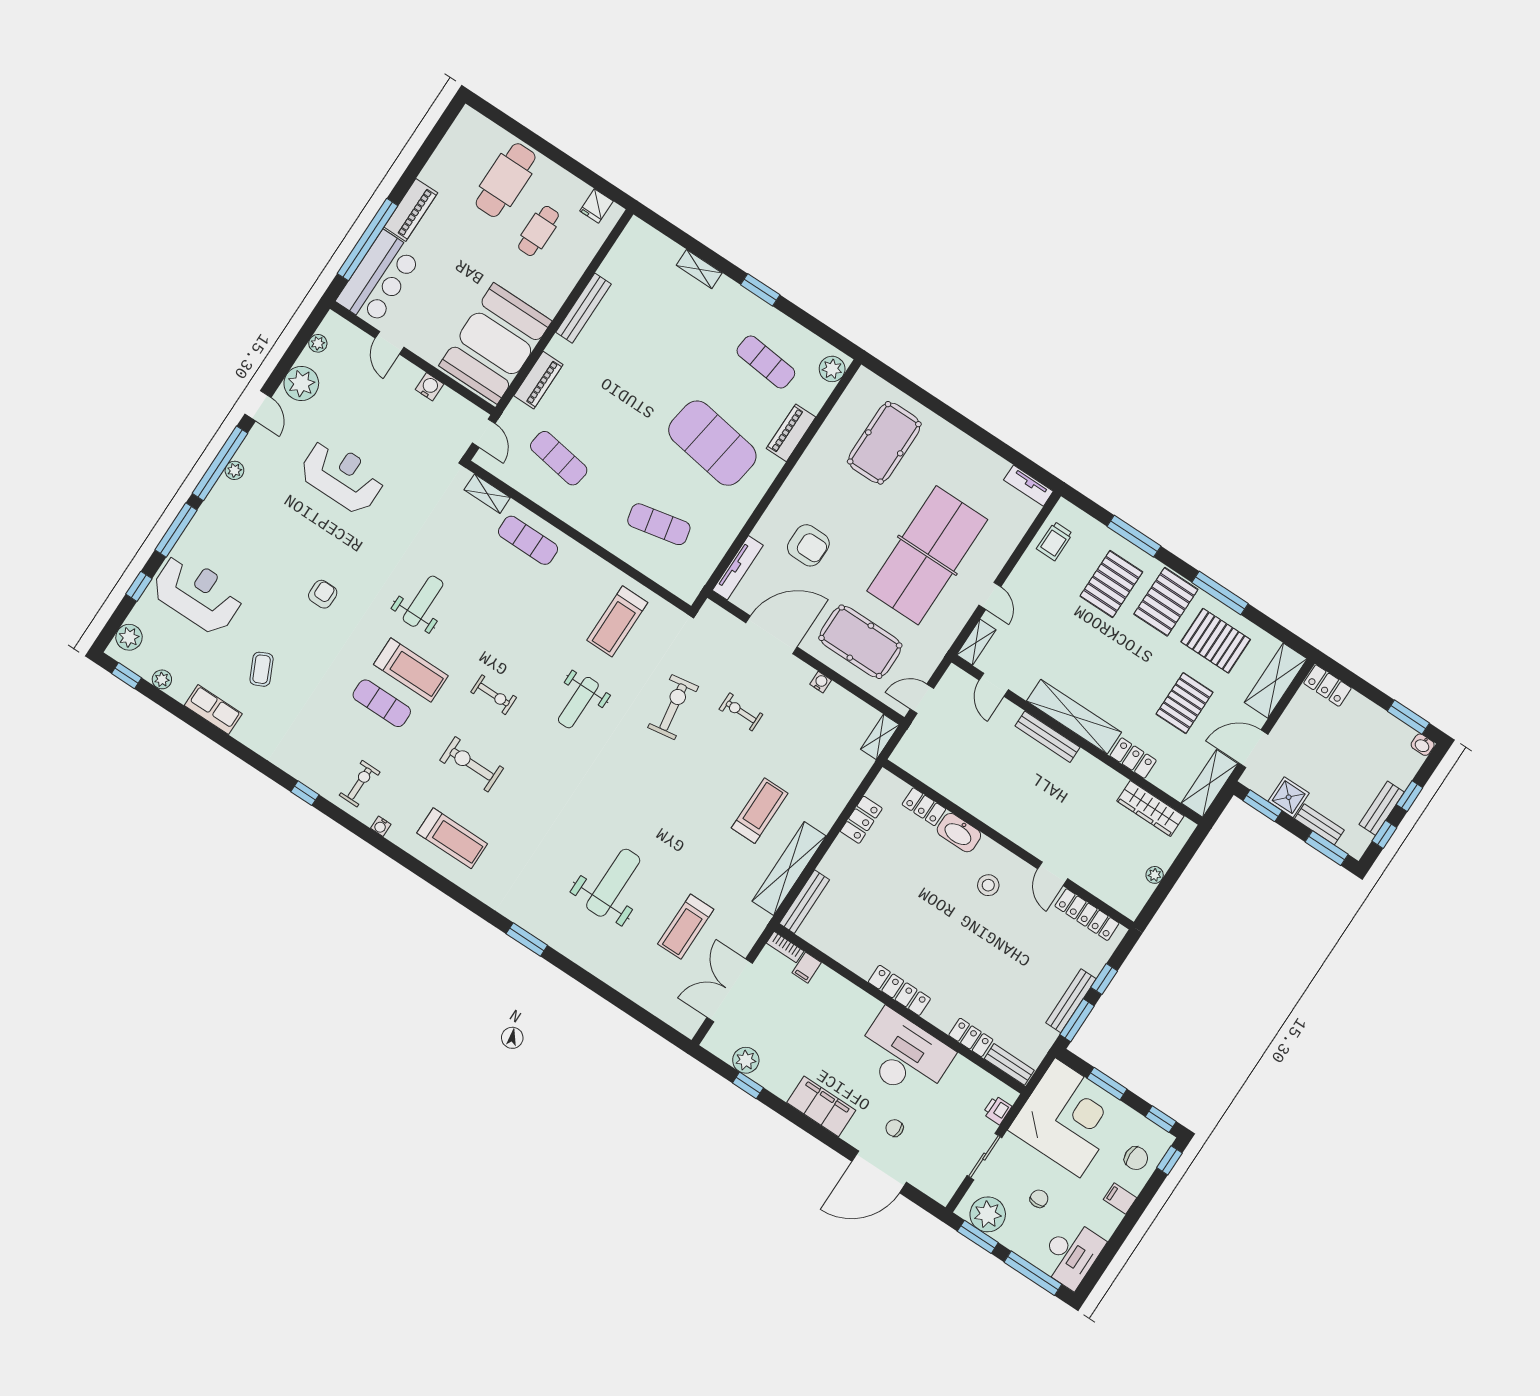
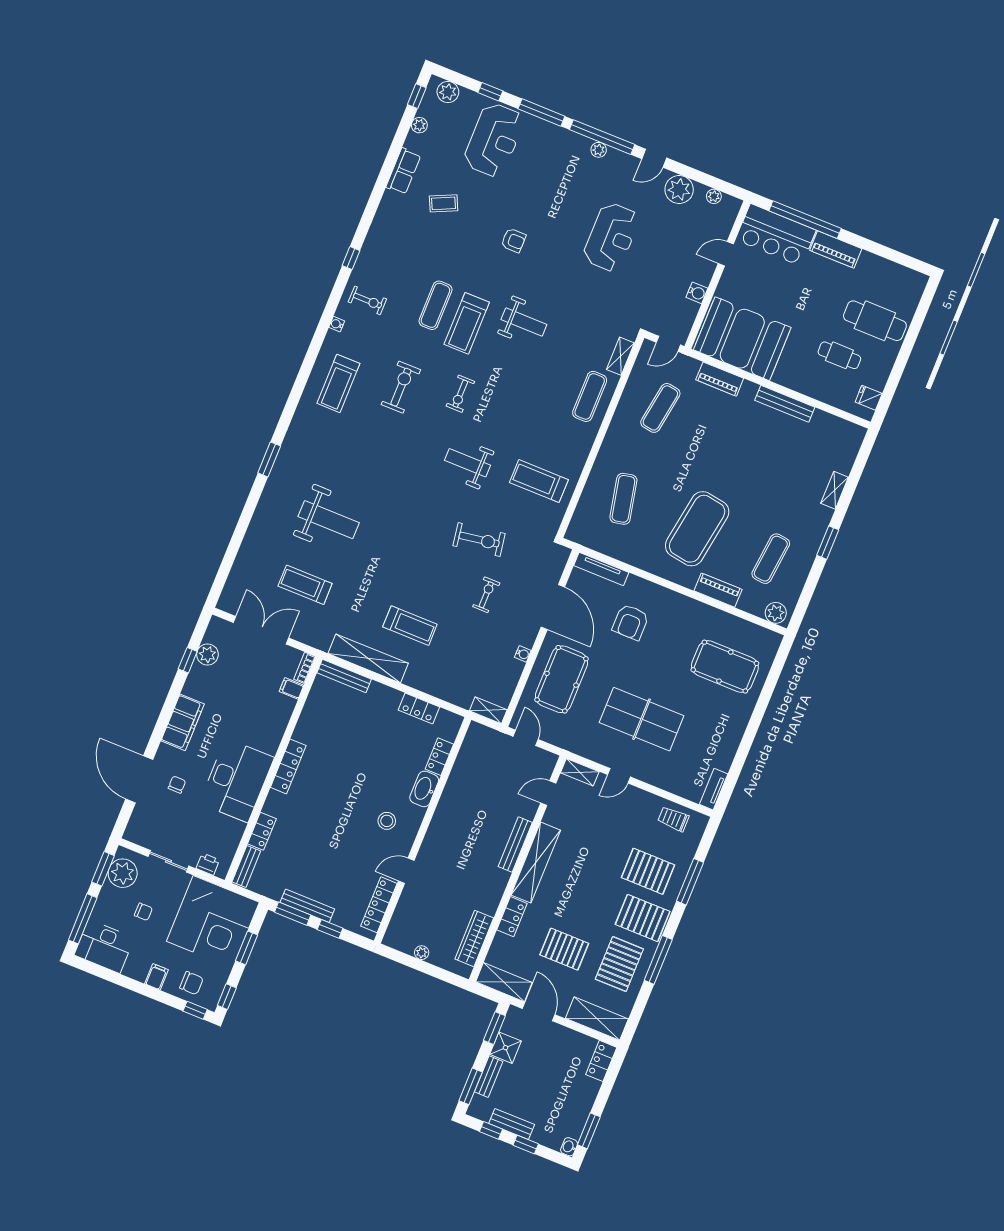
table tennis table: (927, 555) -> (642, 719), width x0.73, depth x0.76
chair: (1136, 1158) -> (191, 983), turned -90

